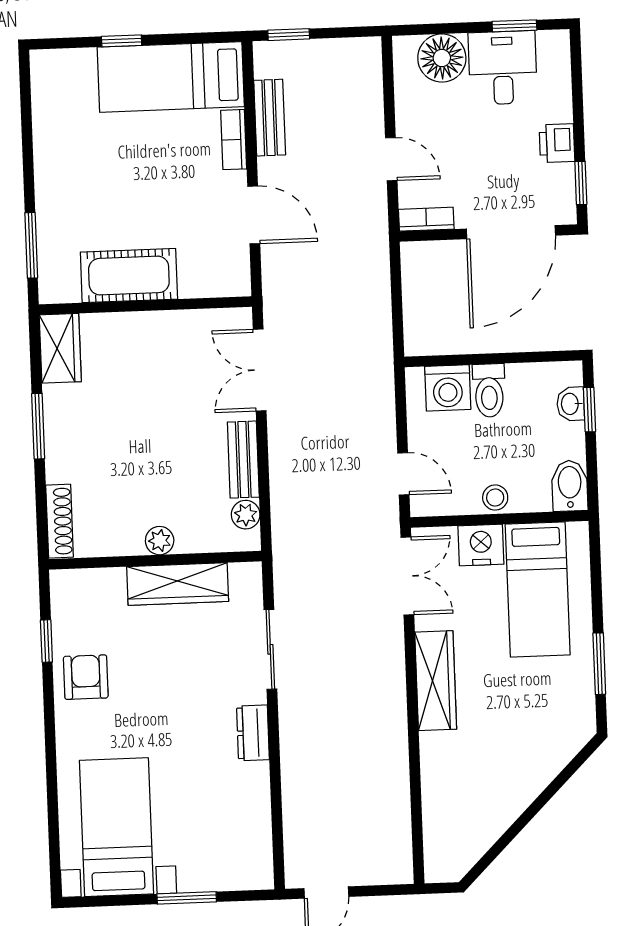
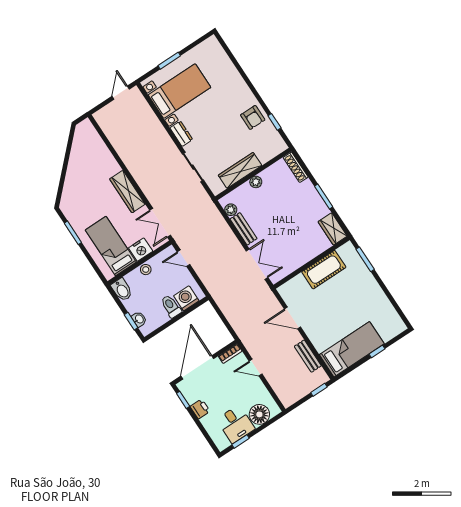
bookcase: (234, 140) -> (316, 341), removed
bed with nightstands: (116, 827) -> (179, 91), moved, turned -90

